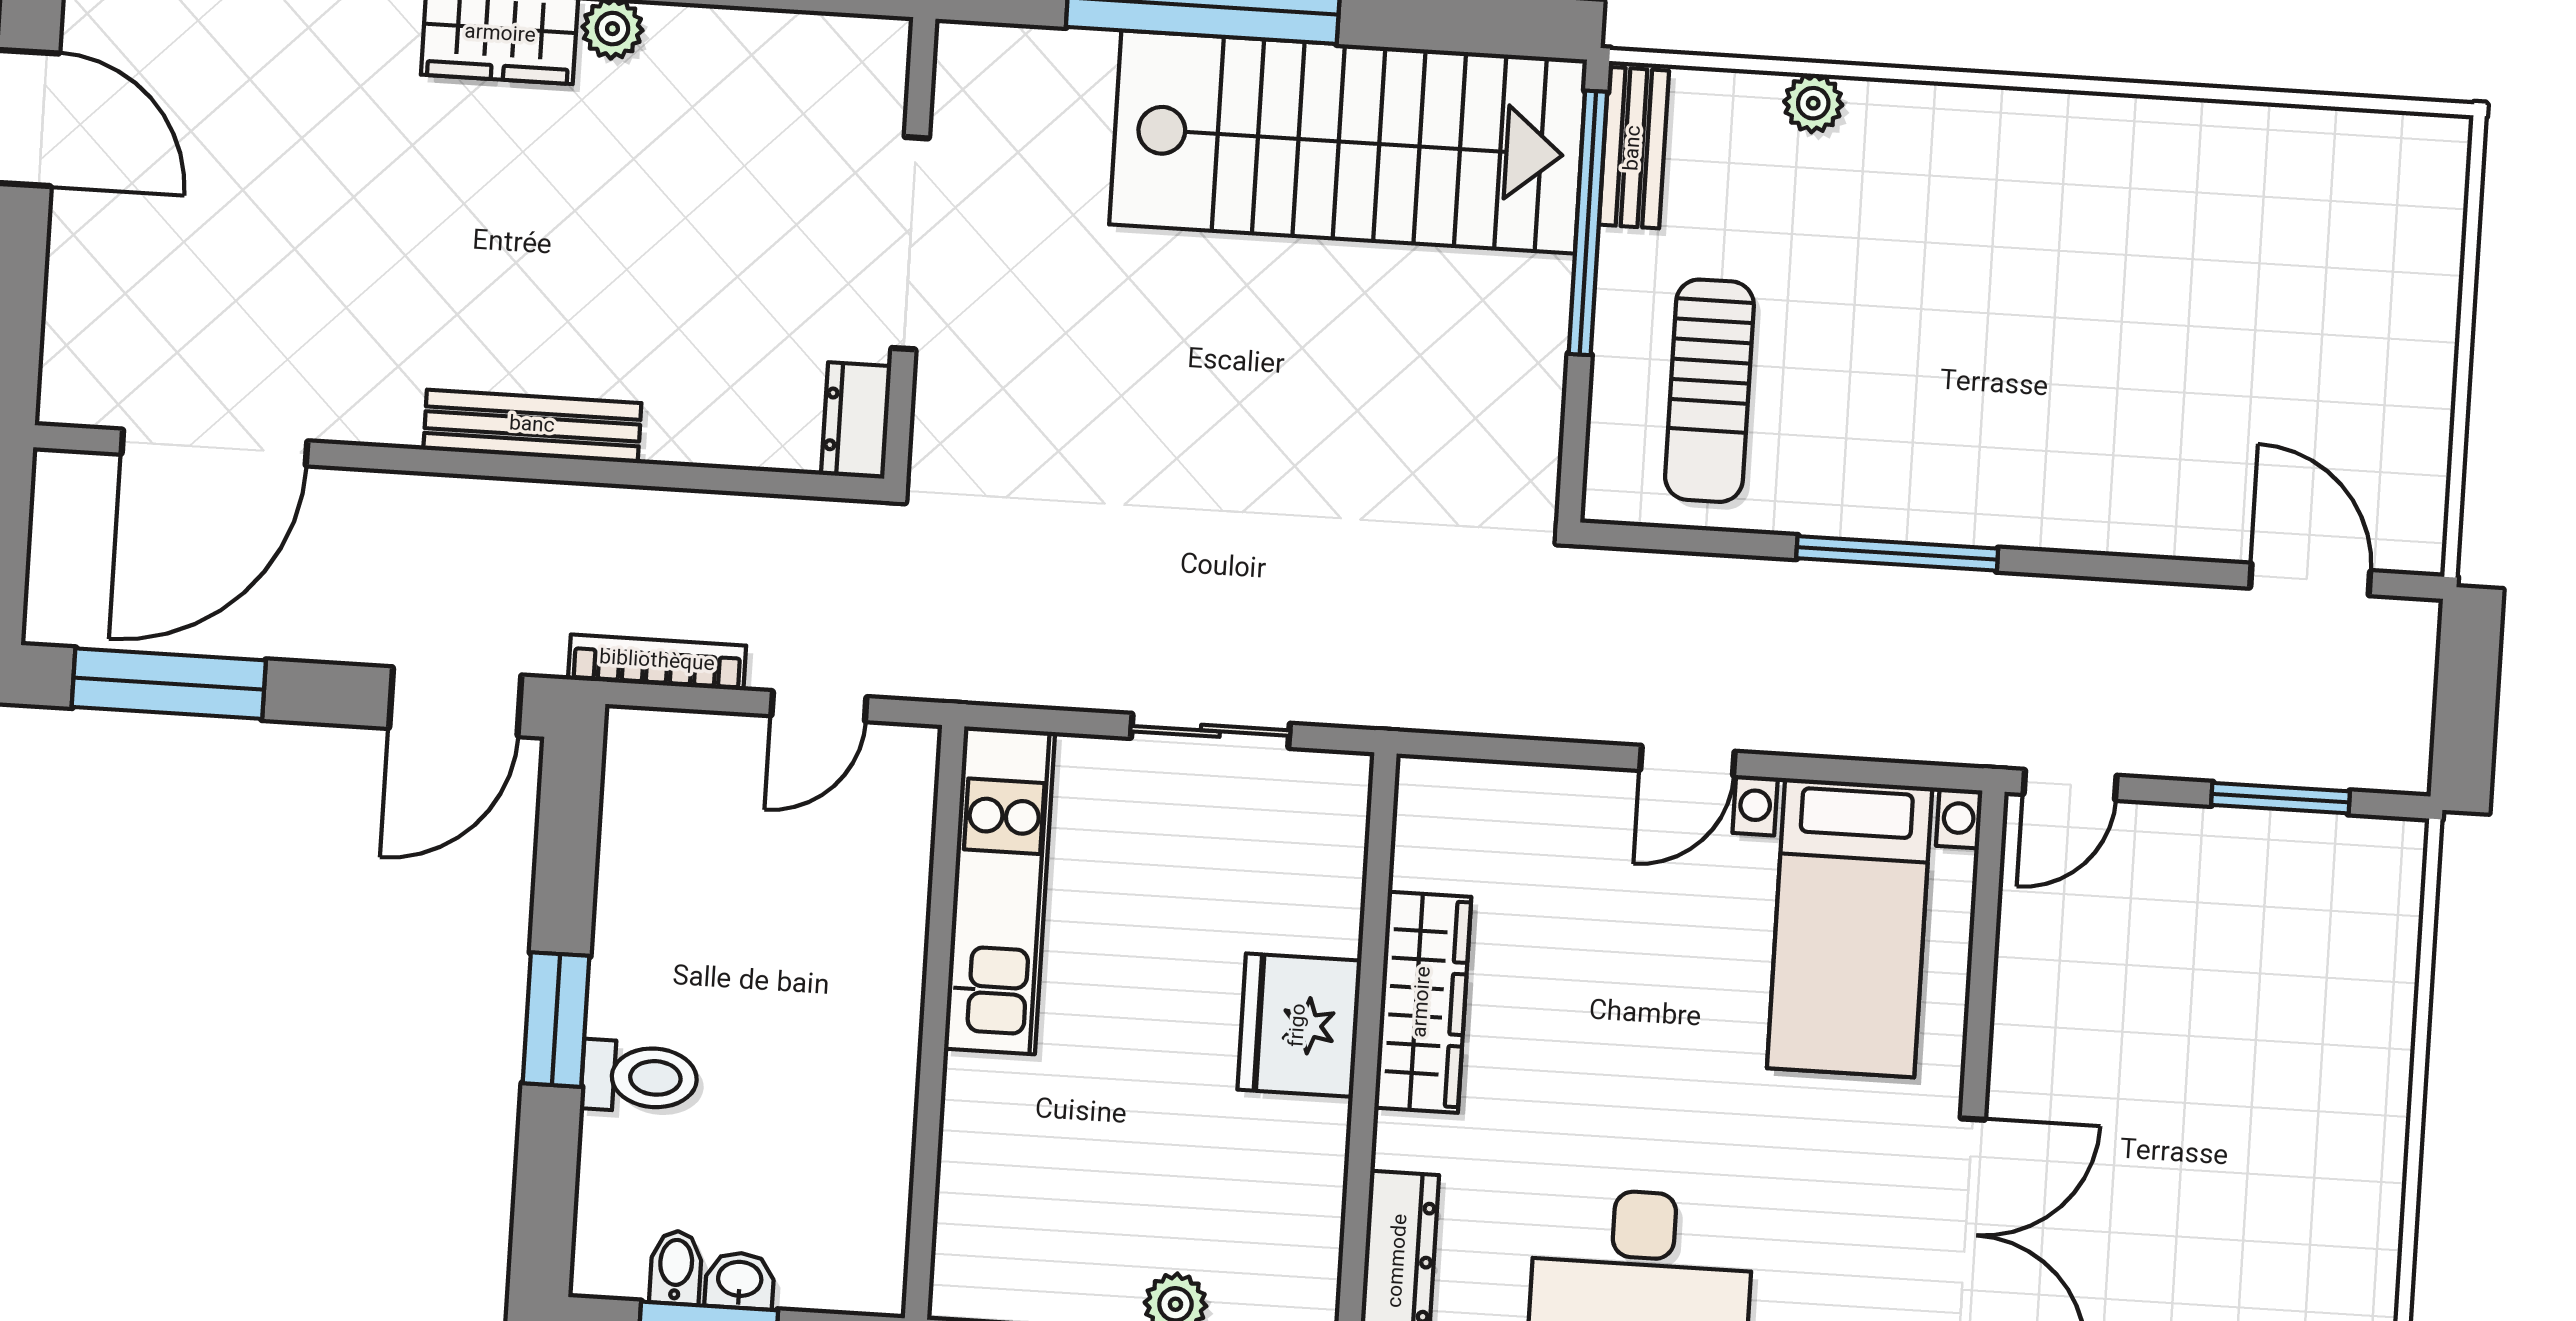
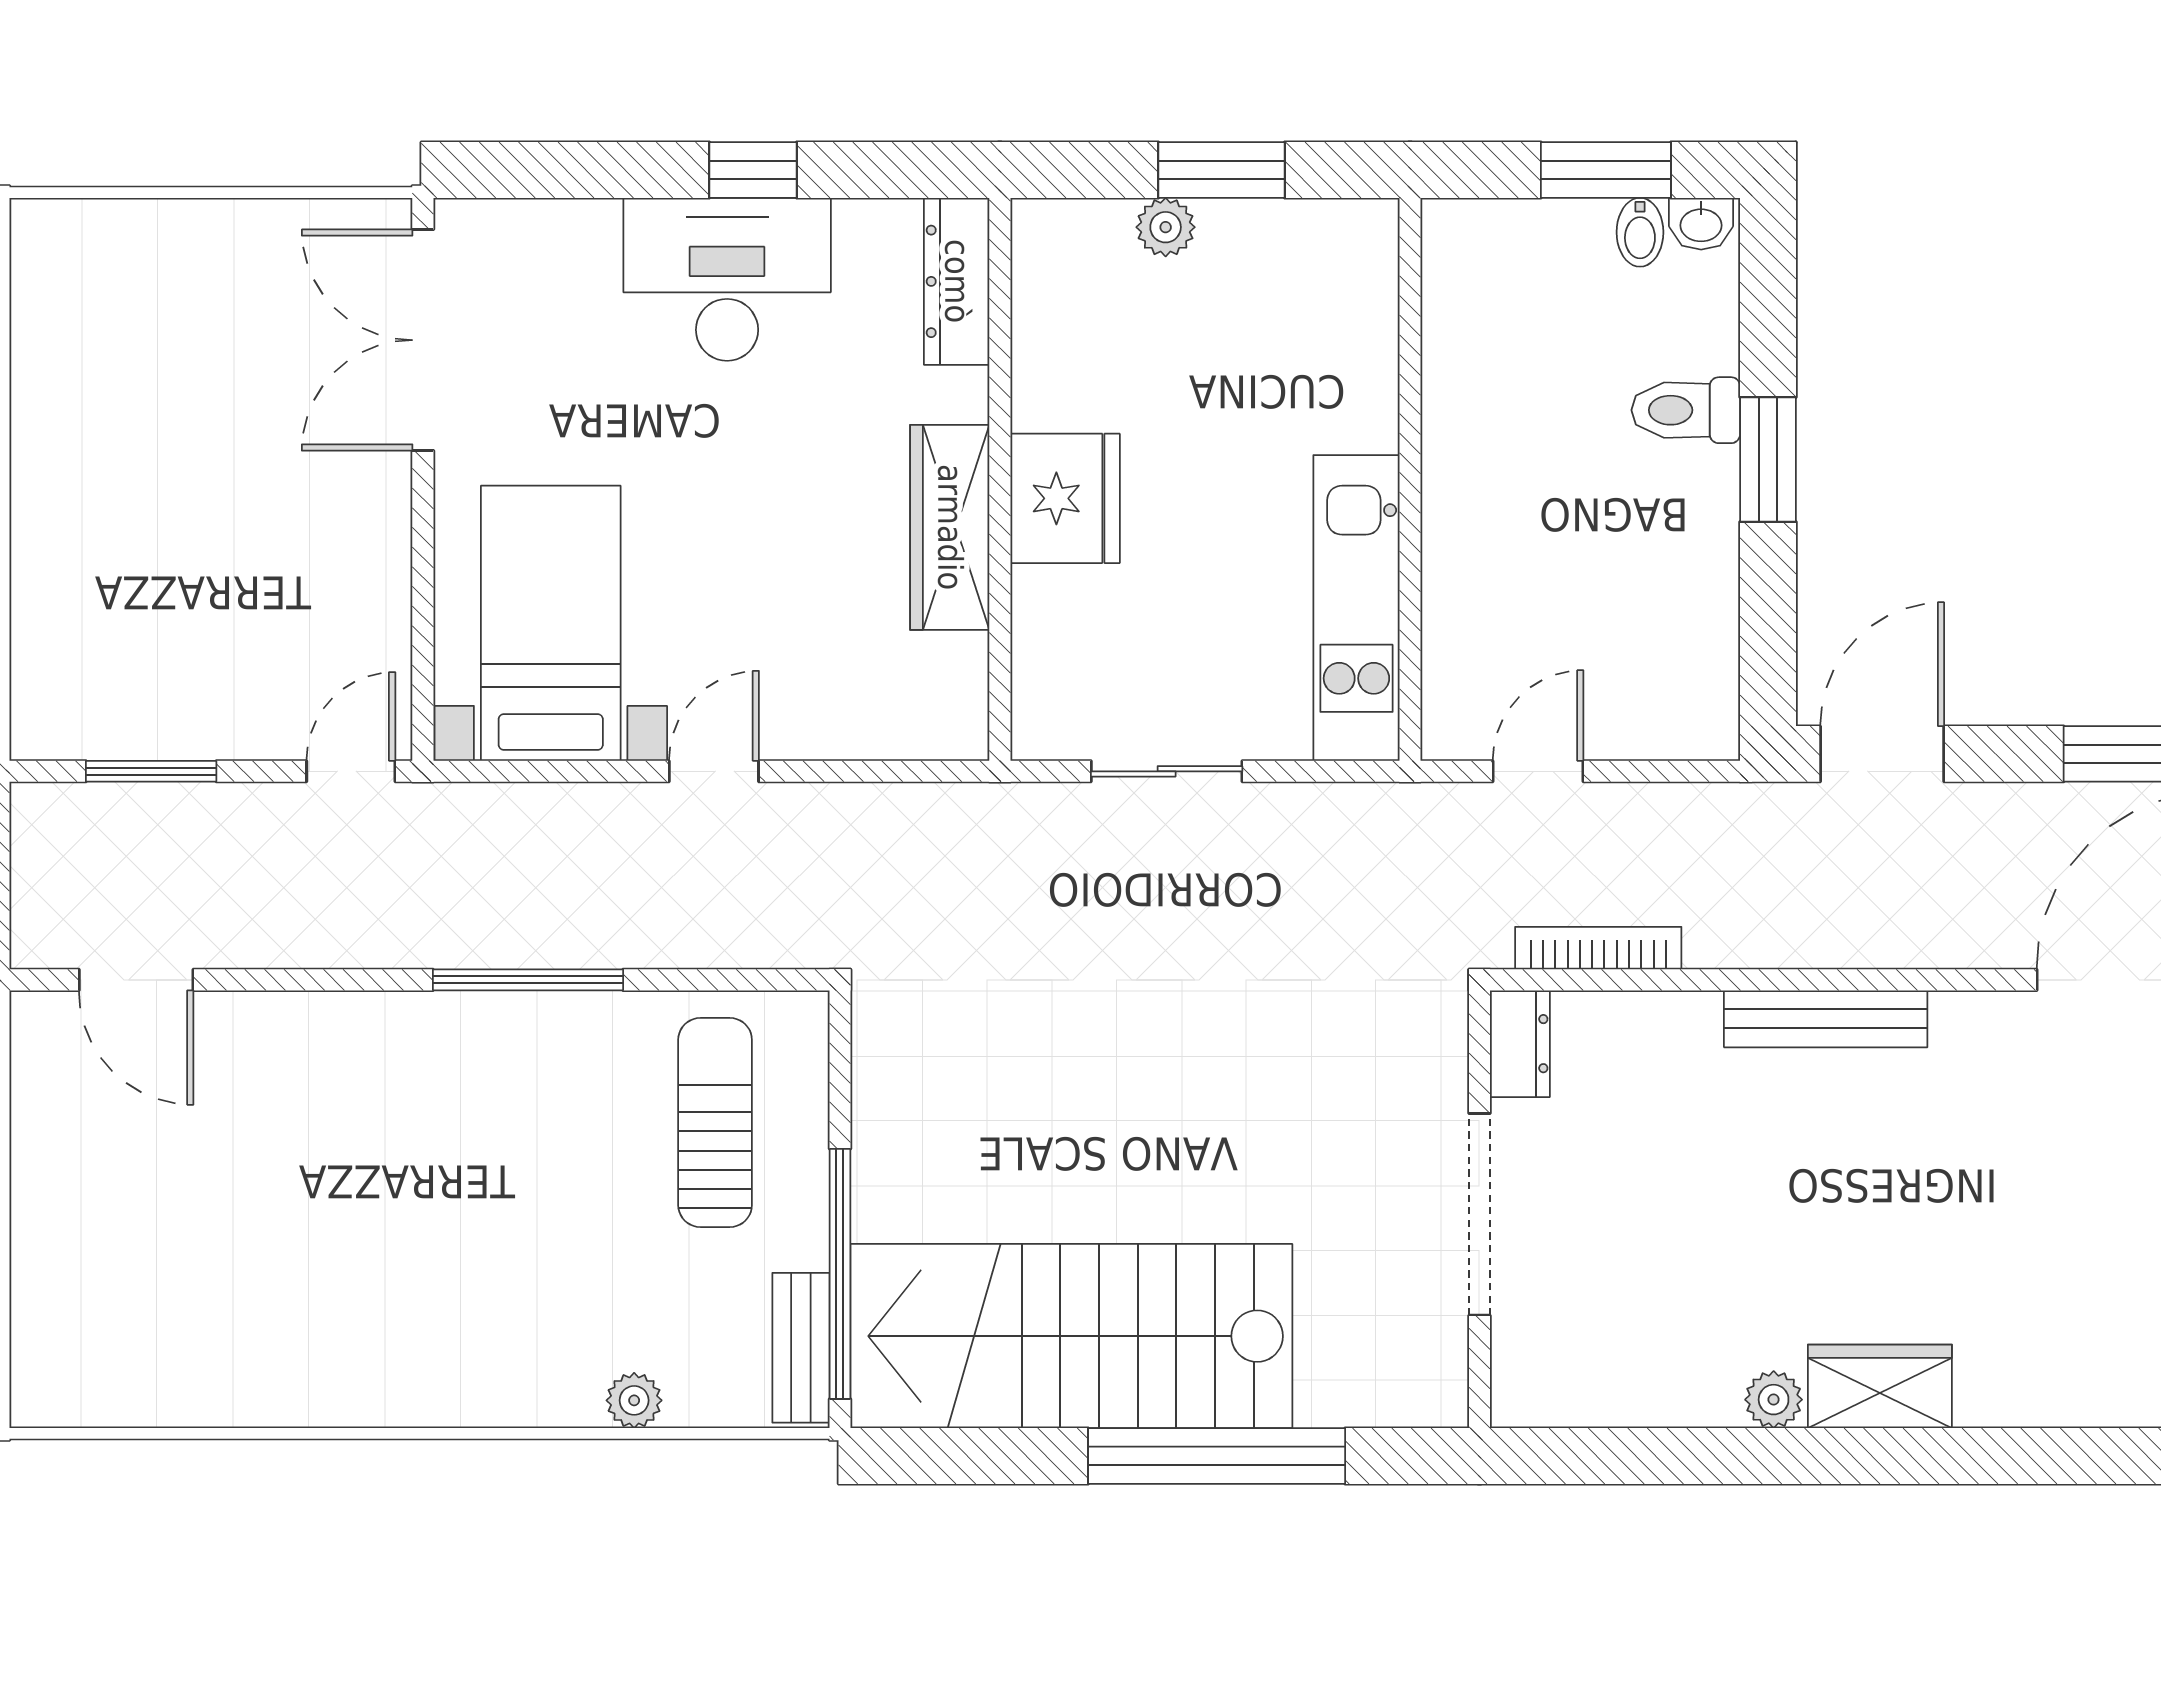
bookcase: (657, 662) -> (1598, 948), moved, turned 180
washbasin: (740, 1280) -> (1701, 224), moved

